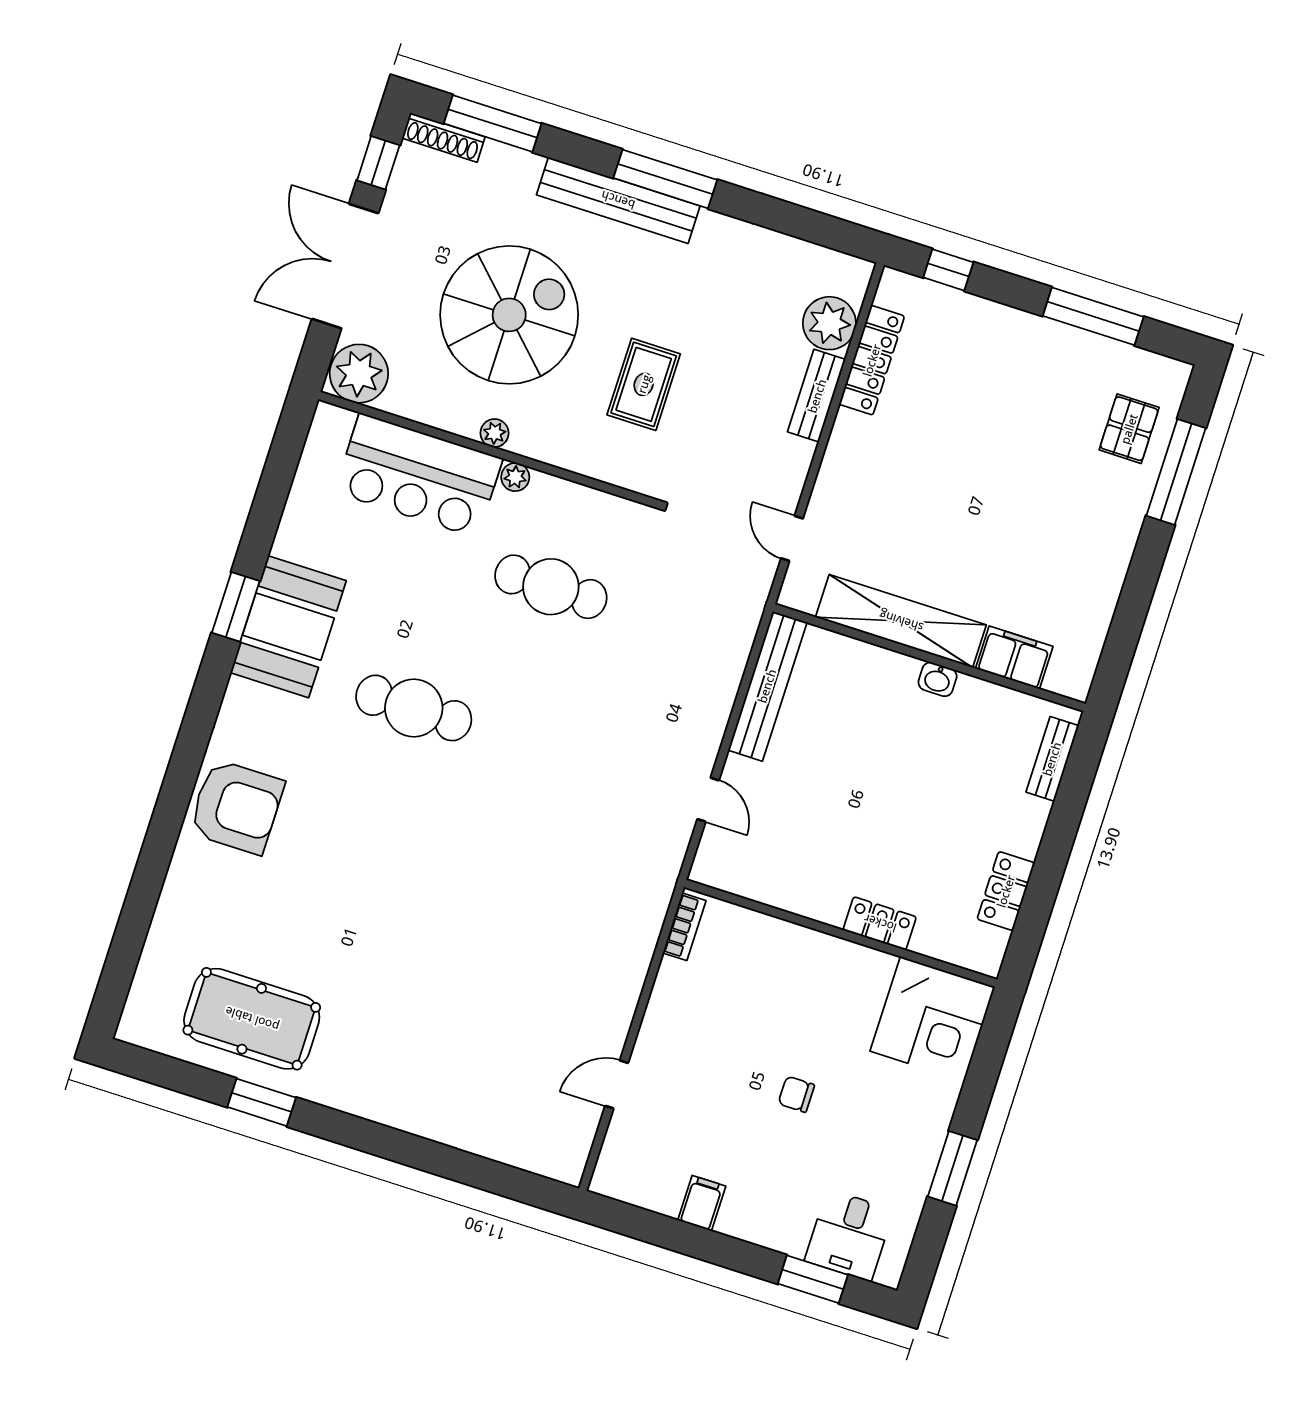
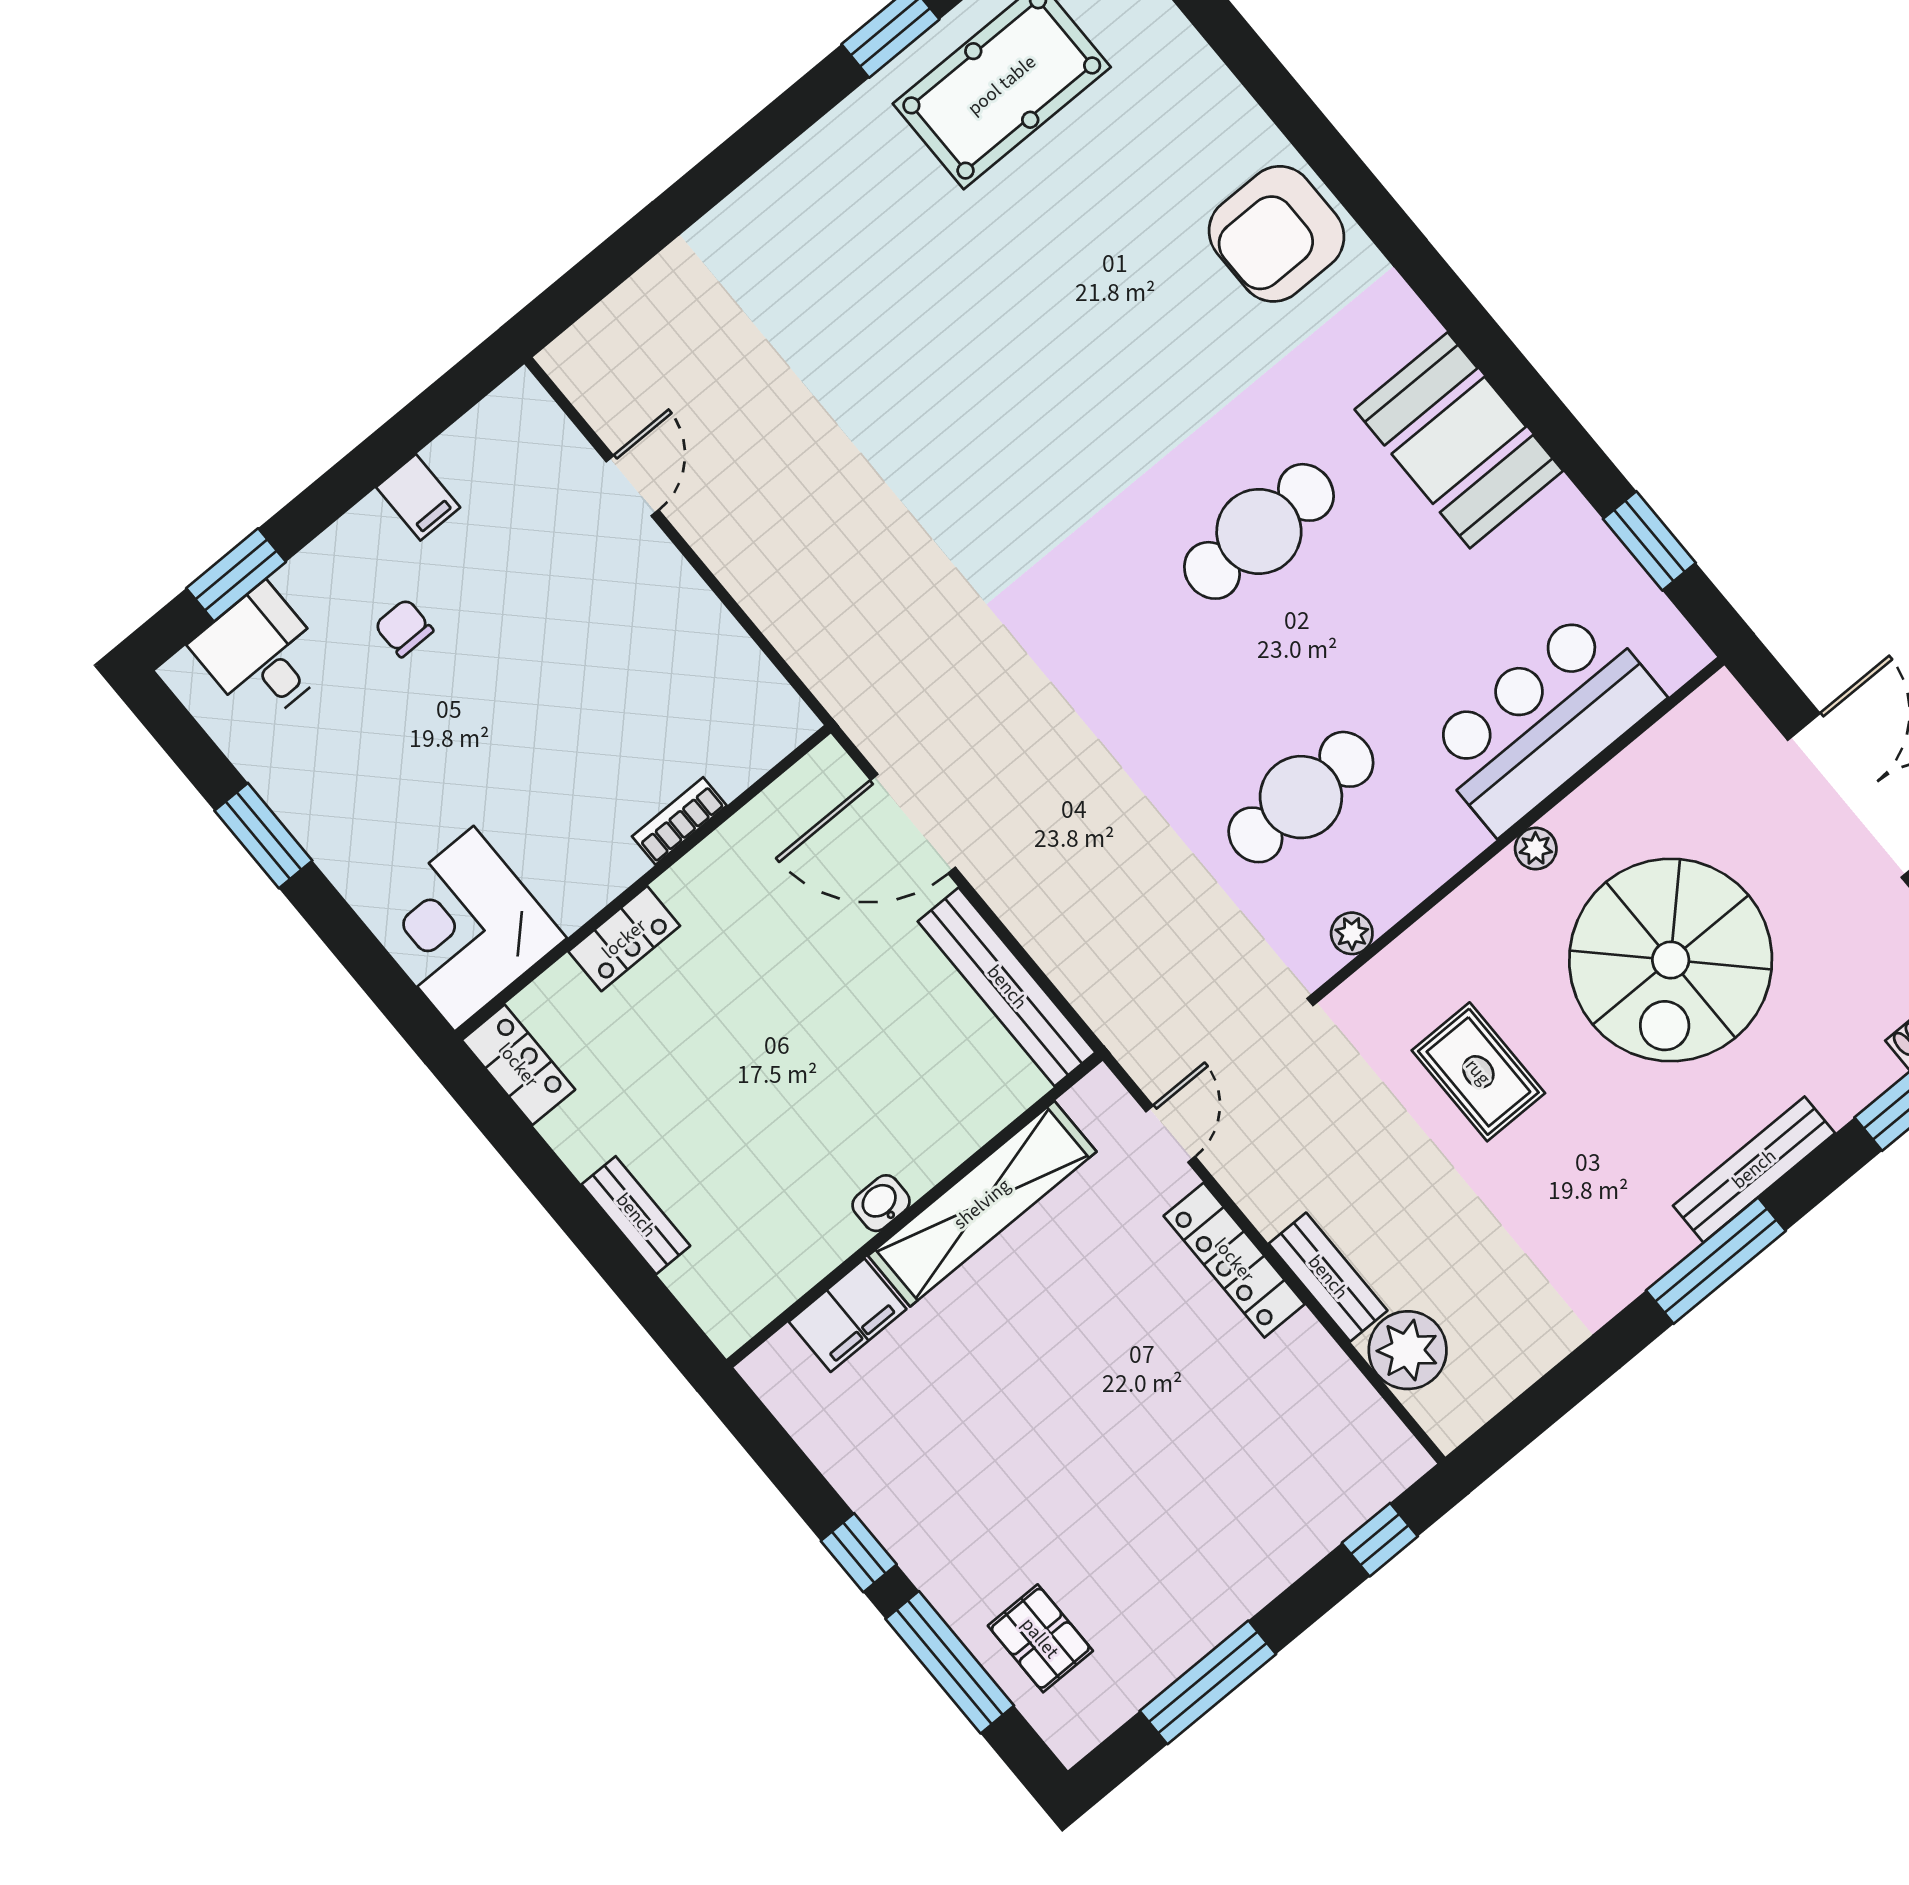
bench: (618, 200) -> (1754, 1169), width x0.73, depth x0.82
locker: (872, 360) -> (1234, 1260), moved
plant: (359, 374) -> (1717, 727), removed
plant: (515, 477) -> (1352, 933), moved
door: (792, 538) -> (1170, 1134), hinge flipped
window: (1146, 564) -> (859, 1553), added
window: (236, 607) -> (1649, 541), moved
bench: (1052, 759) -> (636, 1215), moved
door: (708, 800) -> (913, 824), width x1.87
locker: (1006, 891) -> (518, 1065), moved
bookcase: (684, 927) -> (679, 821), moved, turned 90
chair: (796, 1094) -> (404, 628), moved, turned -90

